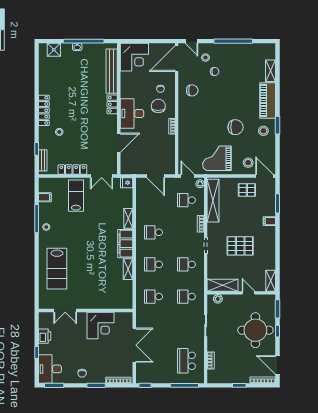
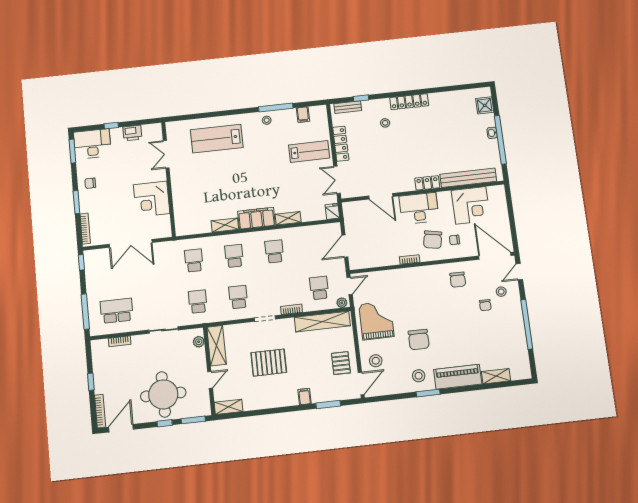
corner desk: (134, 57) -> (471, 205), moved, turned -90
chair: (158, 106) -> (433, 240), turned 101
pallet: (240, 246) -> (269, 363), turned 90

